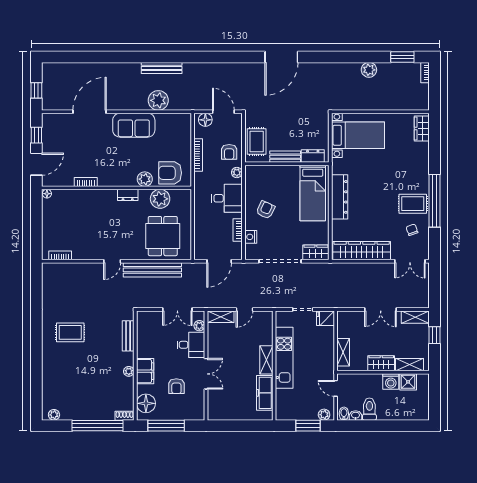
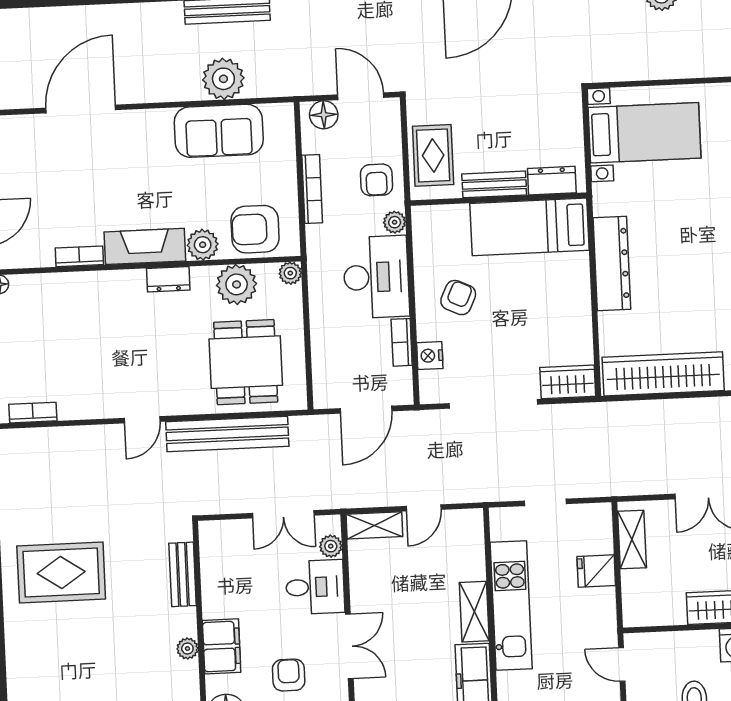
sofa: (134, 125) -> (219, 131), moved
fireplace: (117, 179) -> (145, 246), added
bed: (313, 193) -> (530, 227), moved, turned 90
plant: (186, 195) -> (290, 273), added
desk: (227, 198) -> (376, 277), width x1.37
fridge: (325, 318) -> (596, 571), moved
rug: (70, 332) -> (61, 572), width x1.36, depth x1.43
shelving: (343, 352) -> (632, 540), moved
armchair: (176, 386) -> (289, 675), turned 180

